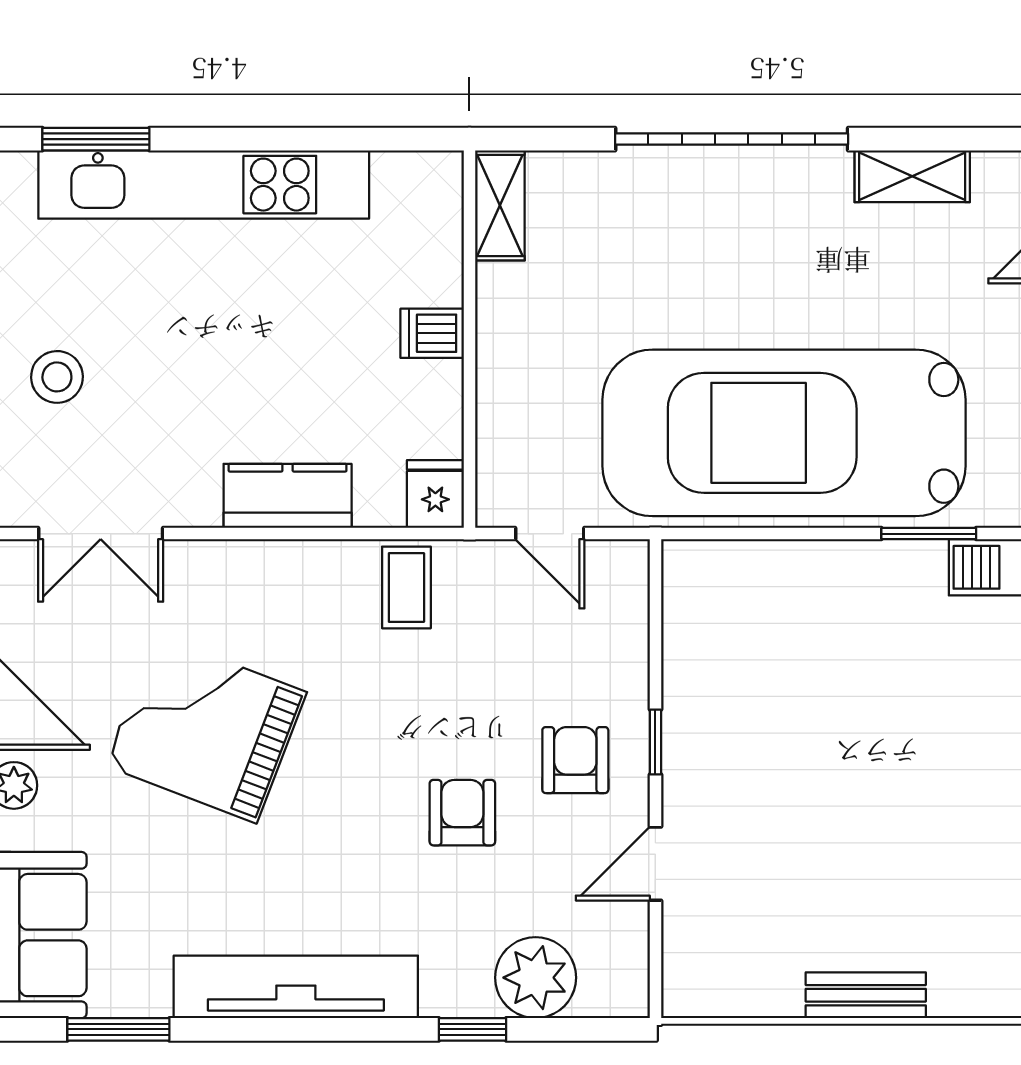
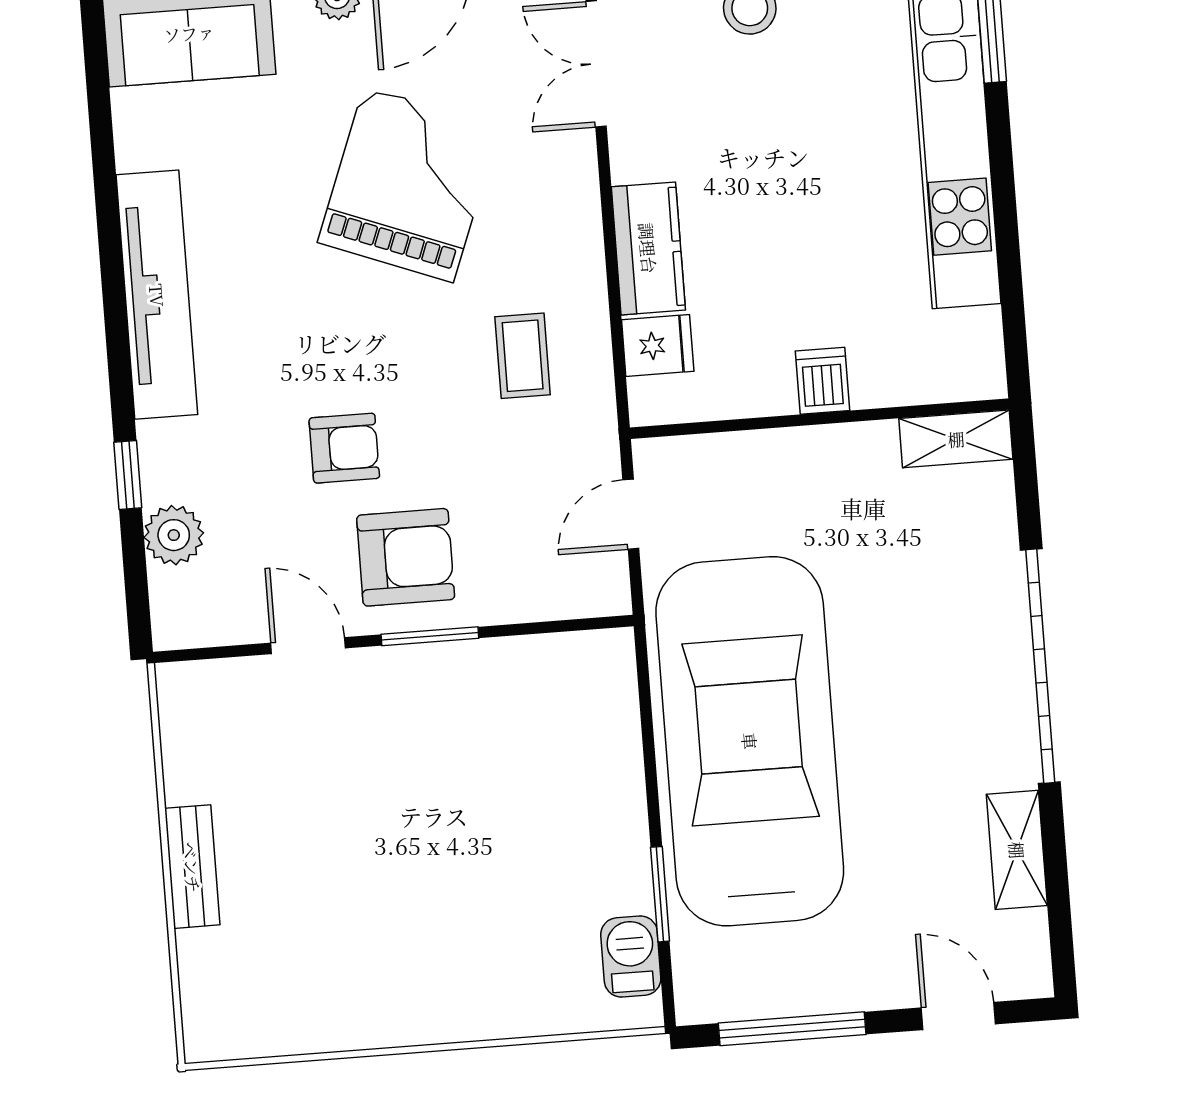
fridge: (435, 494) -> (658, 345), moved
coffee table: (406, 587) -> (523, 356), moved, turned 90
window: (655, 742) -> (430, 636), width x1.50
armchair: (575, 760) -> (406, 557), width x1.38, depth x1.38
plant: (536, 978) -> (174, 535), width x0.73, depth x0.73
window: (118, 1029) -> (100, 120), removed

